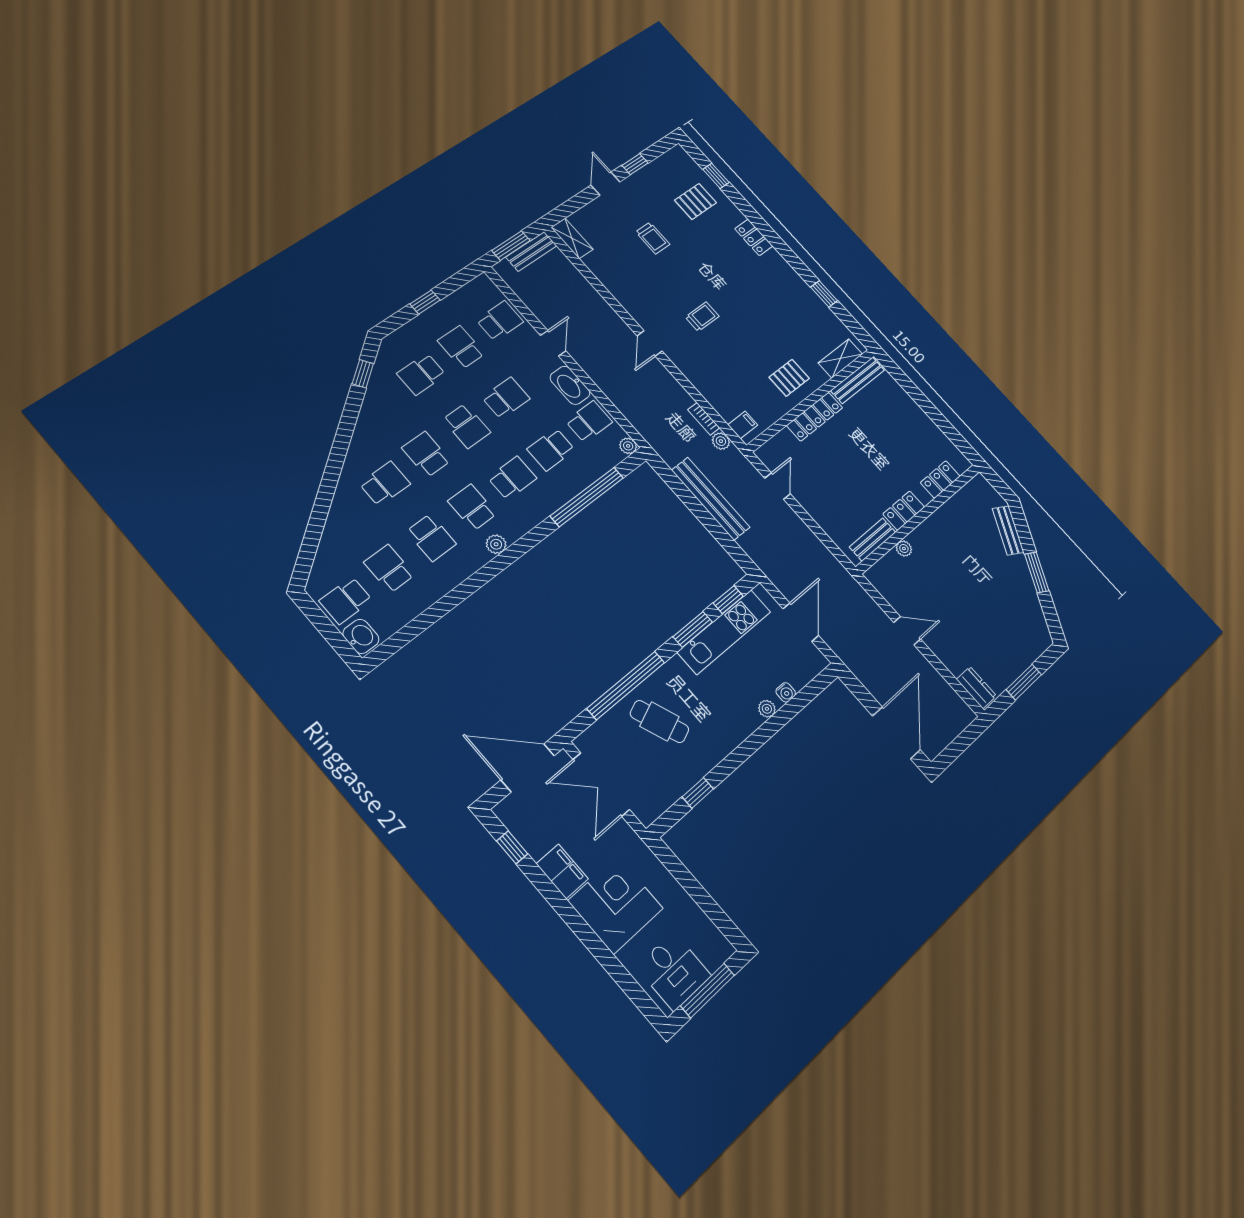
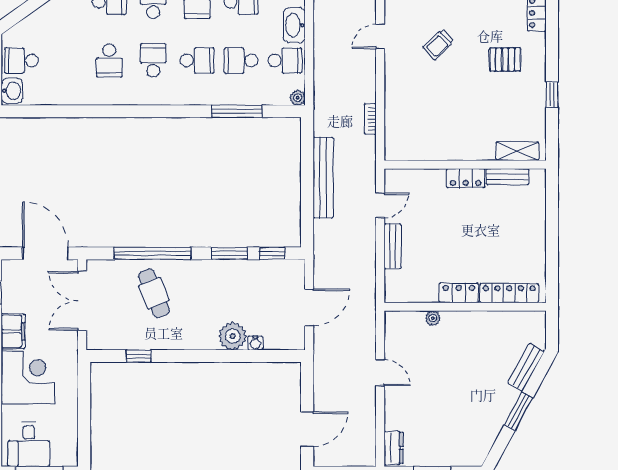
trolley: (702, 317) -> (439, 45), turned 136
pallet: (789, 378) -> (505, 59), moved
bench: (858, 380) -> (508, 177), width x0.73
locker: (815, 417) -> (466, 178), width x0.66
filing cabinet: (743, 425) -> (395, 144), removed
plant: (721, 441) -> (368, 144), removed
locker: (940, 479) -> (509, 293), width x1.53
window: (587, 497) -> (237, 111), width x0.68
bench: (873, 540) -> (393, 246), moved, turned 90
plant: (496, 544) -> (148, 97), removed
school desk: (389, 569) -> (65, 61), removed
kitchen unit: (724, 632) -> (250, 272), removed
plant: (767, 709) -> (233, 336), width x1.87, depth x1.87
door: (896, 733) -> (307, 429), width x0.73

